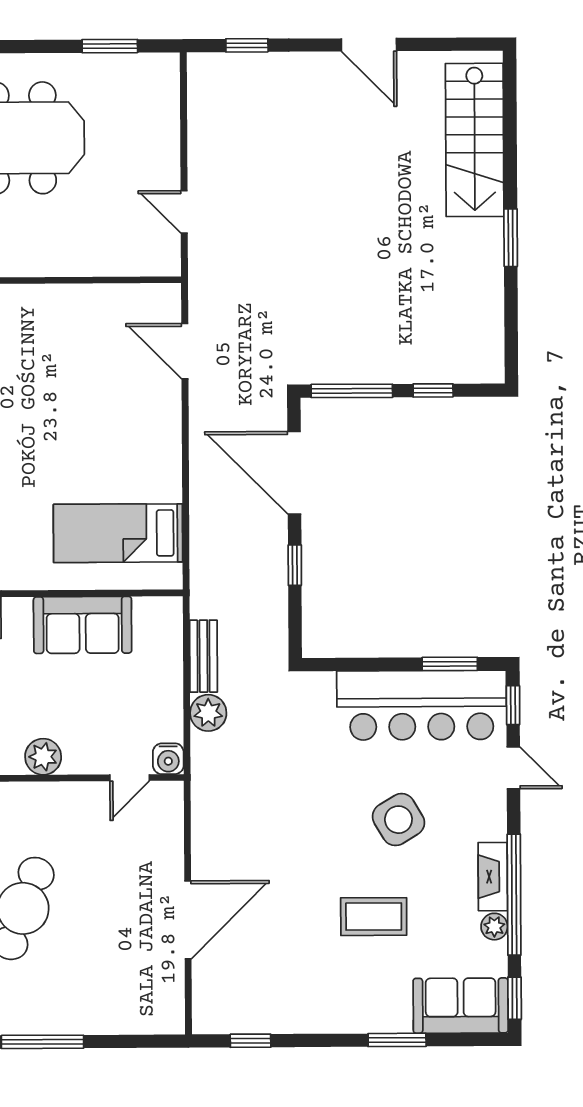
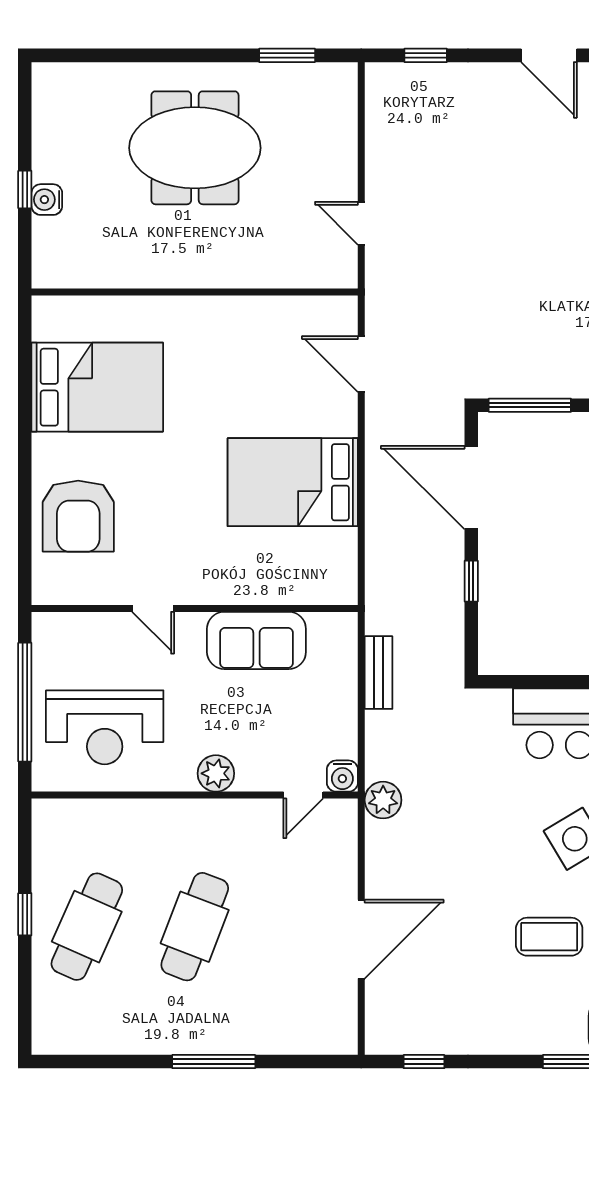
bed: (118, 533) -> (293, 482), moved, width x1.50
plant: (208, 713) -> (383, 800), moved

